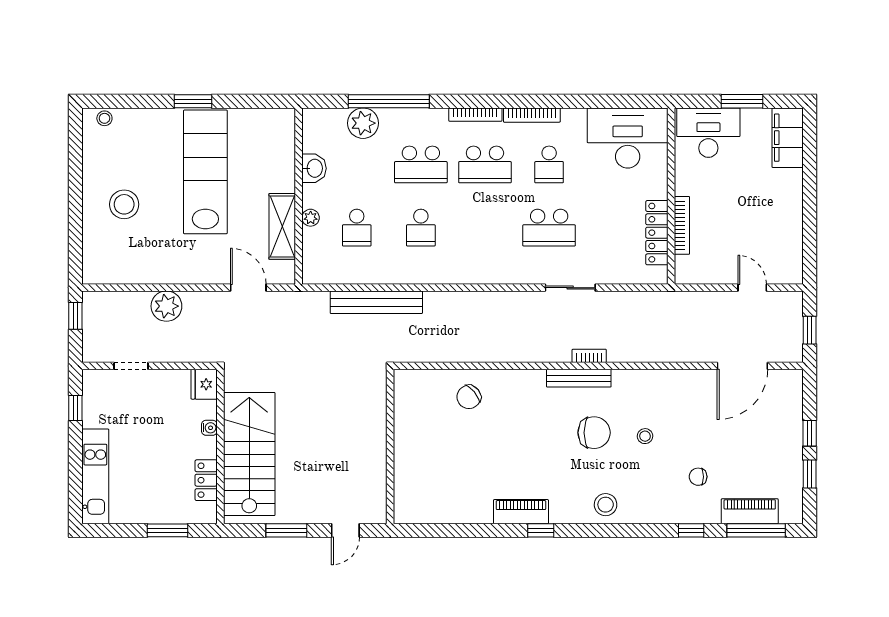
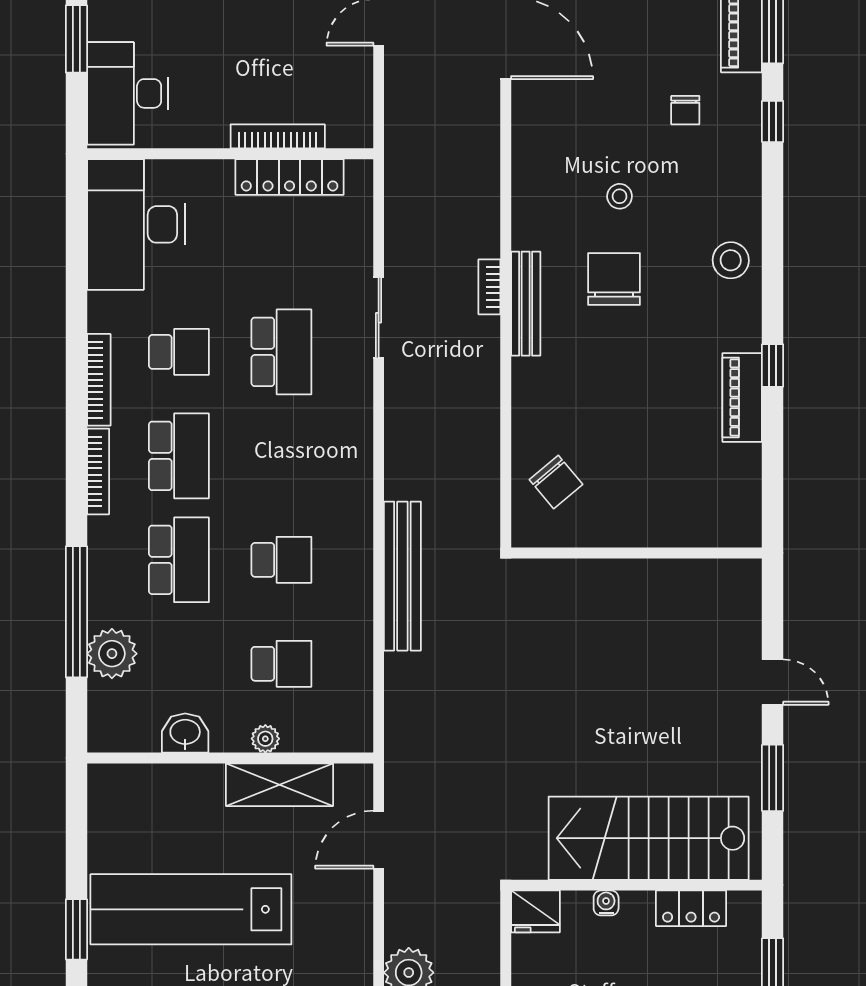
bench: (376, 302) -> (402, 576), moved
wall: (390, 447) -> (637, 553), moved

